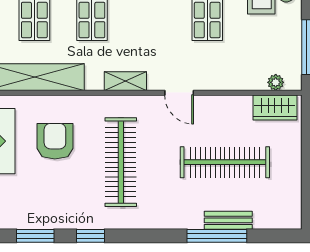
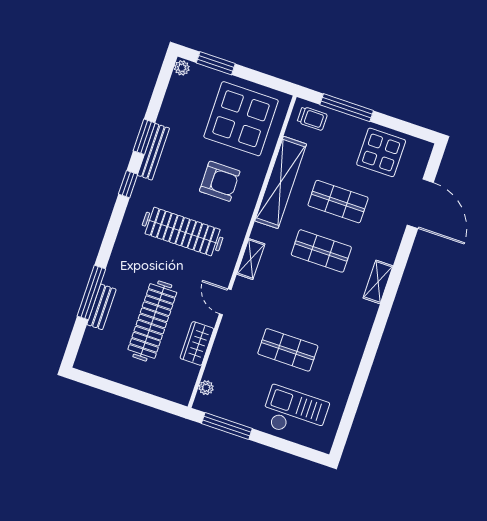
door: (179, 93) -> (225, 302), hinge flipped
wardrobe: (275, 108) -> (197, 343), moved
bench: (48, 221) -> (153, 152), added

